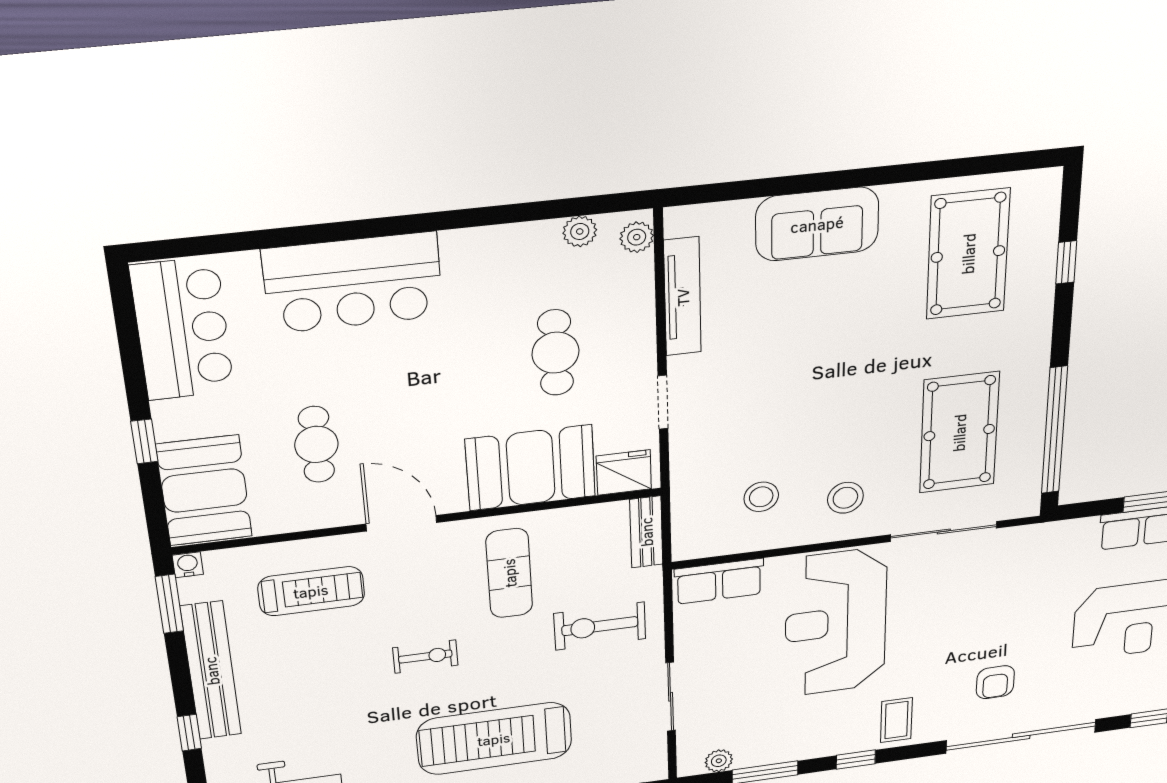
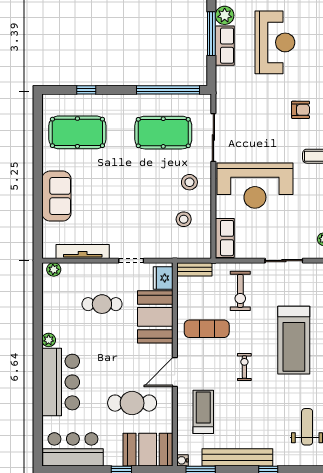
plant: (580, 231) -> (49, 340), moved
cafe table: (316, 444) -> (132, 403), width x1.37, depth x1.35

